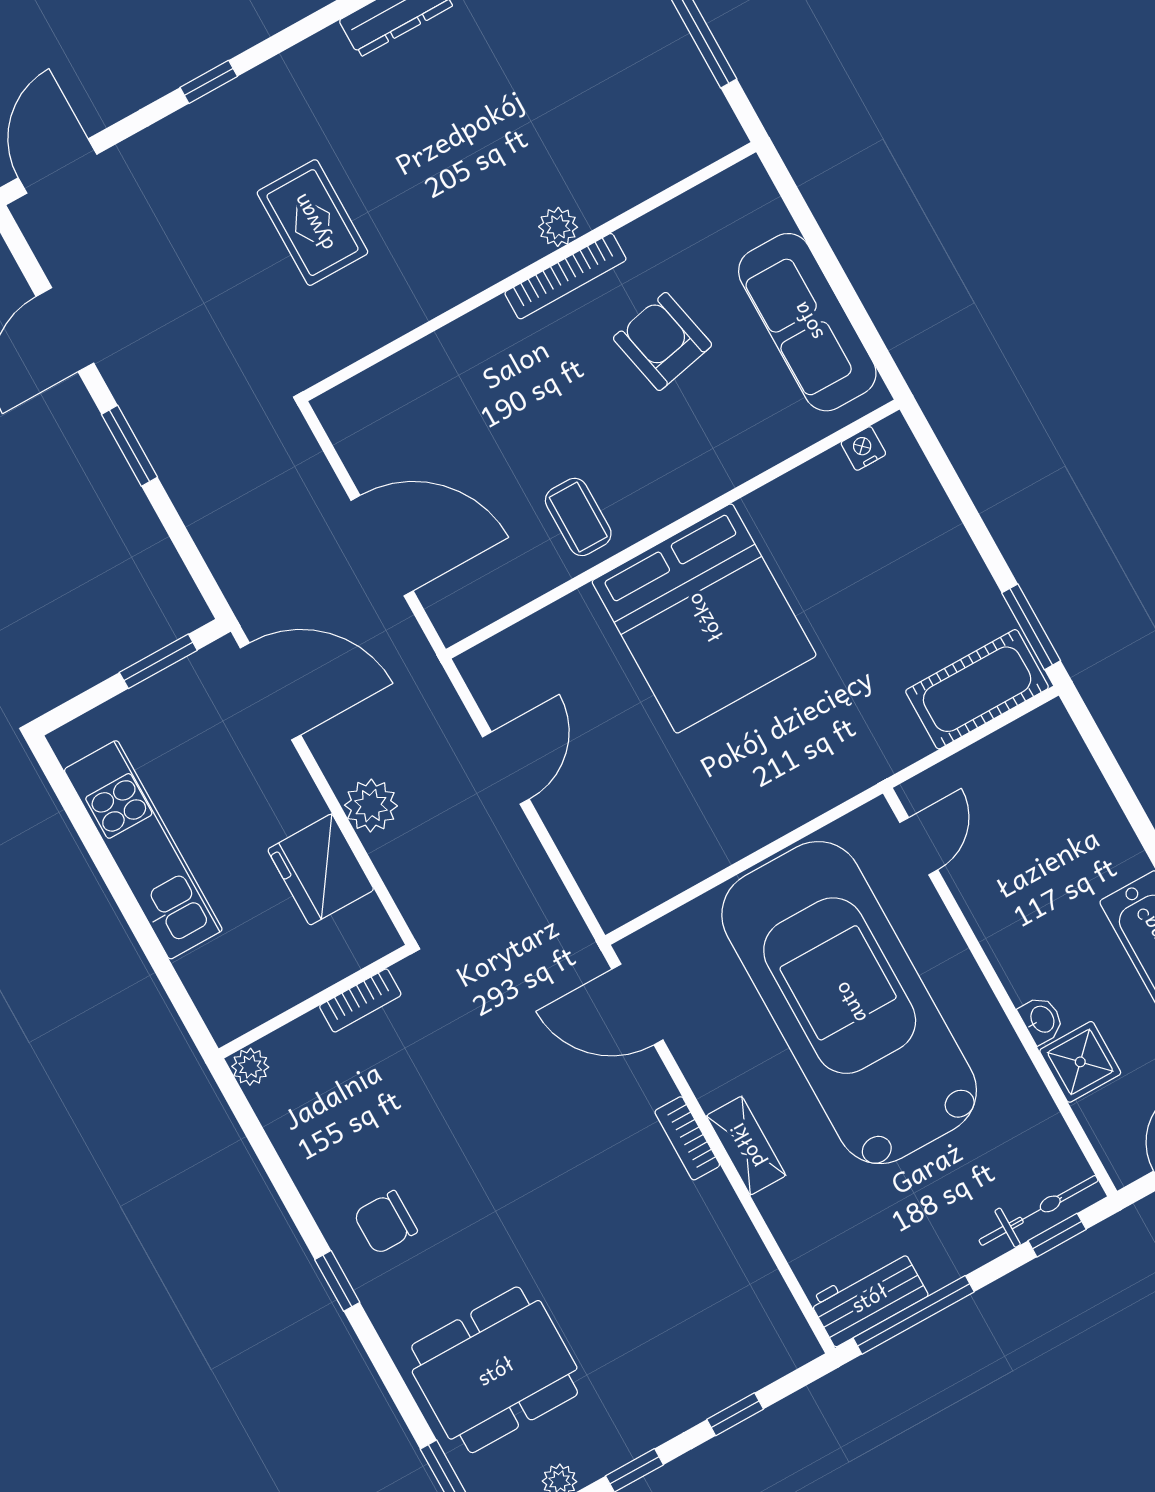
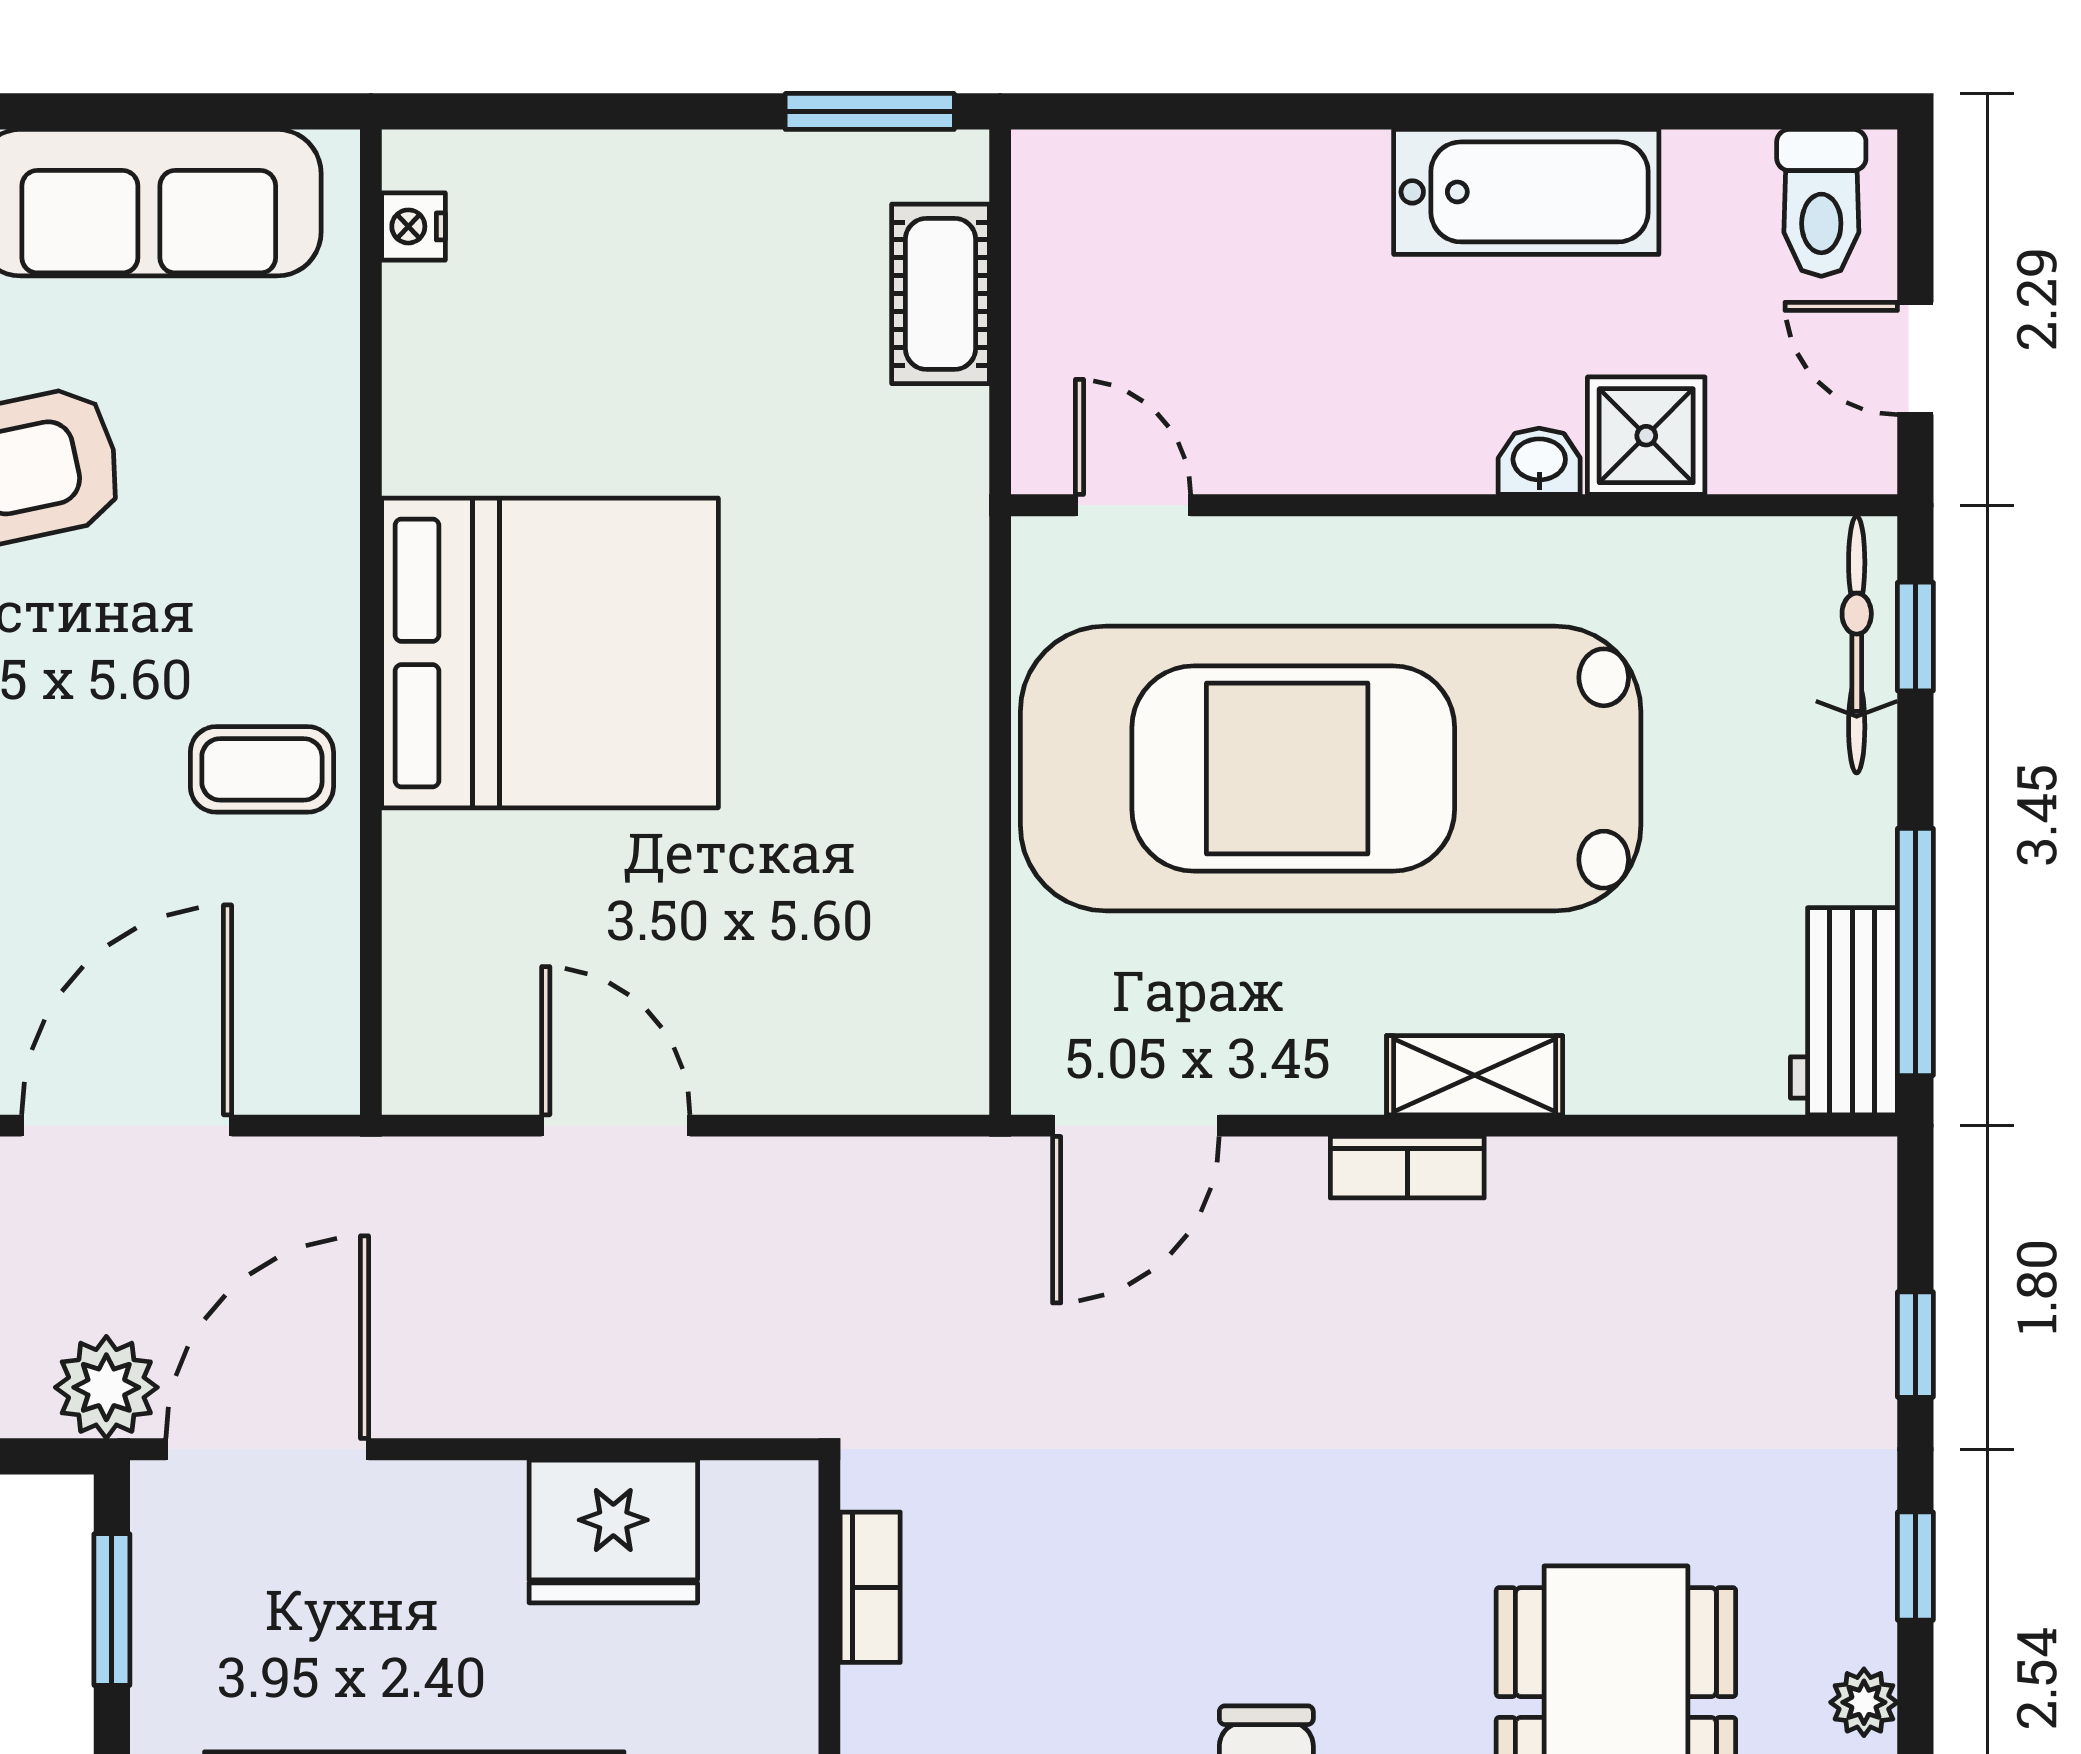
cot: (977, 689) -> (941, 294), width x0.73, depth x0.75
plant: (371, 806) -> (106, 1387), moved

